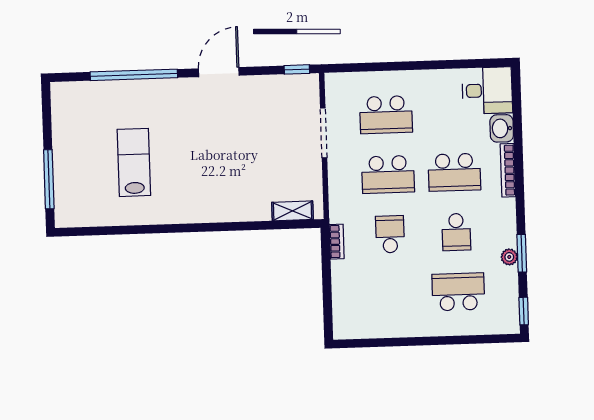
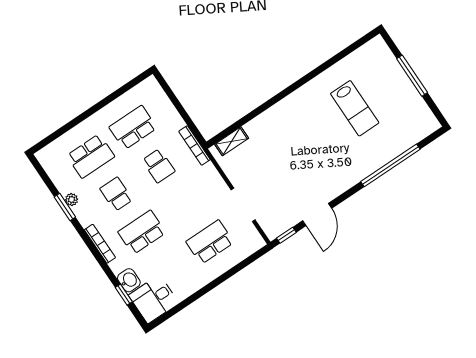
door: (219, 72) -> (317, 215), moved
bookcase: (508, 170) -> (100, 244), moved
school desk: (388, 174) -> (133, 128), moved
window: (49, 179) -> (412, 76), moved
bookcase: (337, 242) -> (194, 145), width x1.56
window: (524, 311) -> (124, 295), moved

